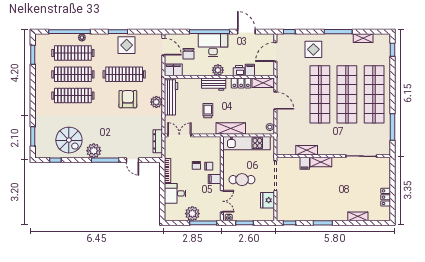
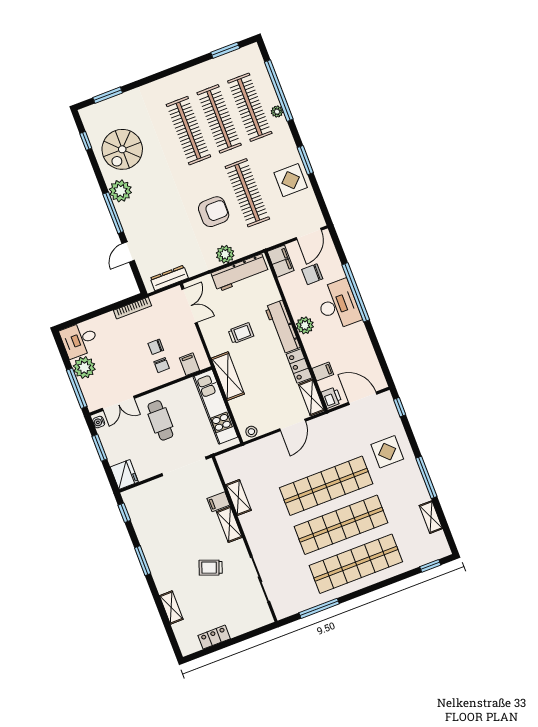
door: (246, 32) -> (376, 345), removed
printer: (239, 71) -> (331, 398), moved
workbench: (214, 84) -> (282, 327), width x1.38
filing cabinet: (215, 179) -> (190, 364), moved
trolley: (343, 183) -> (211, 568), added
desk: (175, 193) -> (79, 340), moved, turned -90
fridge: (268, 200) -> (124, 475), moved, turned 90

